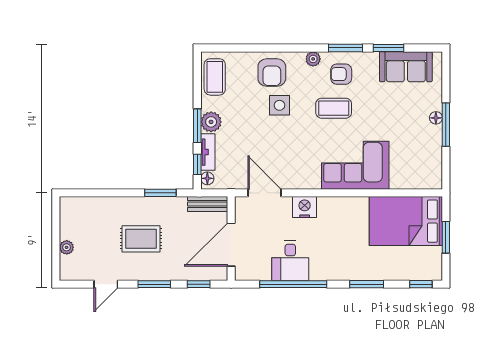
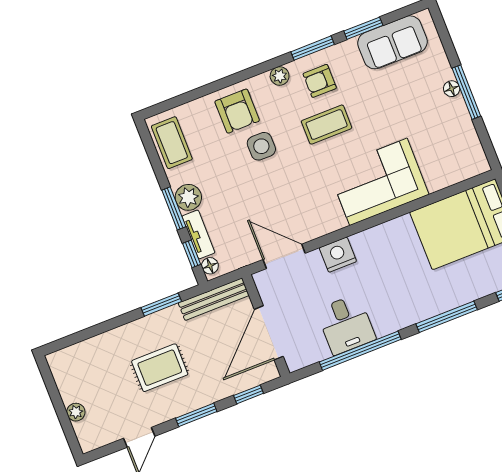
bench: (208, 204) -> (214, 299), width x1.36
window: (367, 284) -> (447, 317), width x1.44

